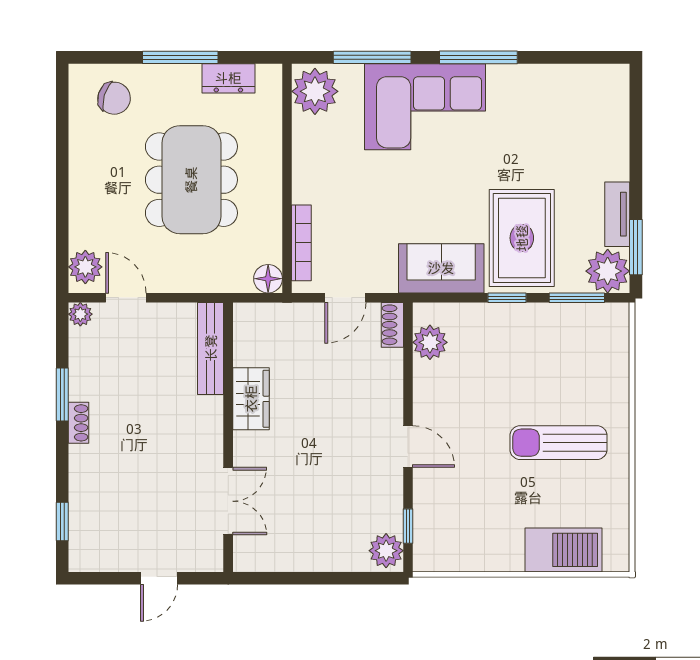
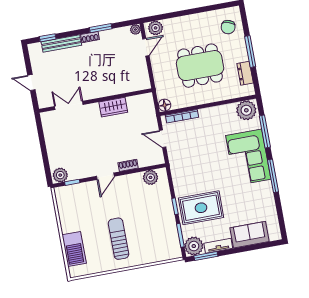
sofa: (441, 268) -> (250, 235), moved, turned -90
shoe rack: (392, 325) -> (128, 165), moved
bench: (211, 348) -> (61, 44), moved
double door: (228, 501) -> (69, 105), swing flipped

